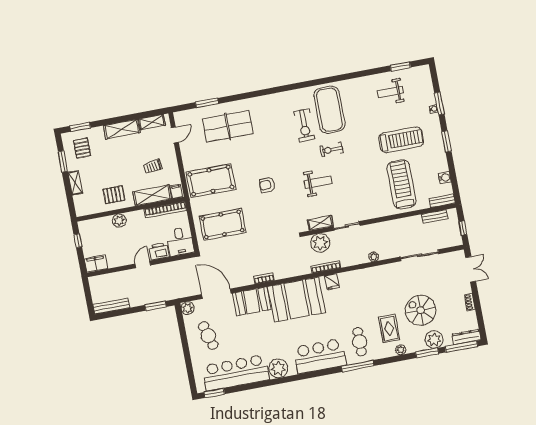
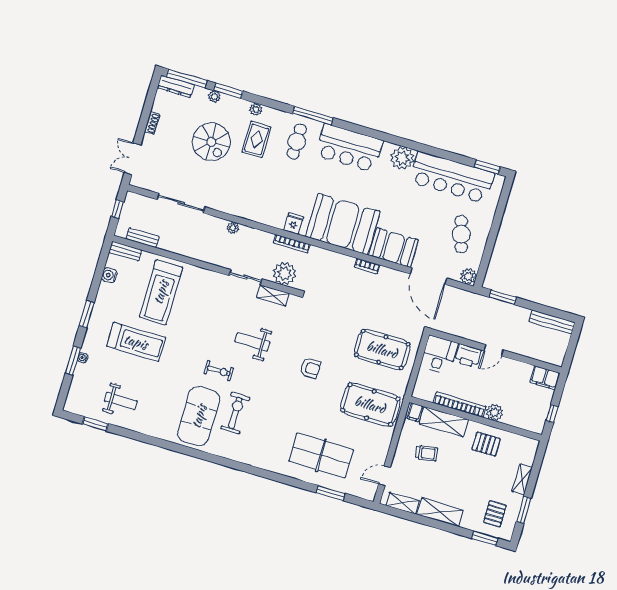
treadmill: (401, 140) -> (136, 342), turned 180
bookcase: (165, 210) -> (460, 405), moved
plant: (434, 340) -> (214, 97), width x0.53, depth x0.53

